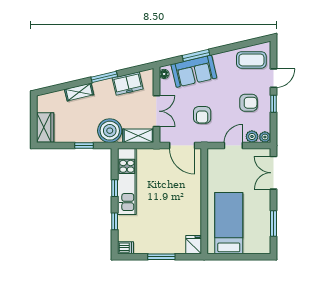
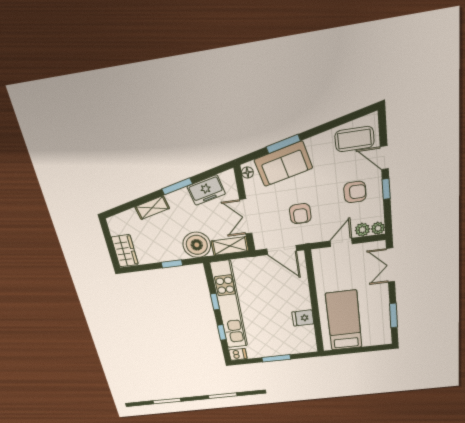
door: (273, 78) -> (384, 158), swing flipped
double door: (156, 111) -> (246, 217), swing flipped
kitchen unit: (127, 182) -> (229, 305), width x1.36
fridge: (194, 245) -> (303, 318), moved, turned -90

